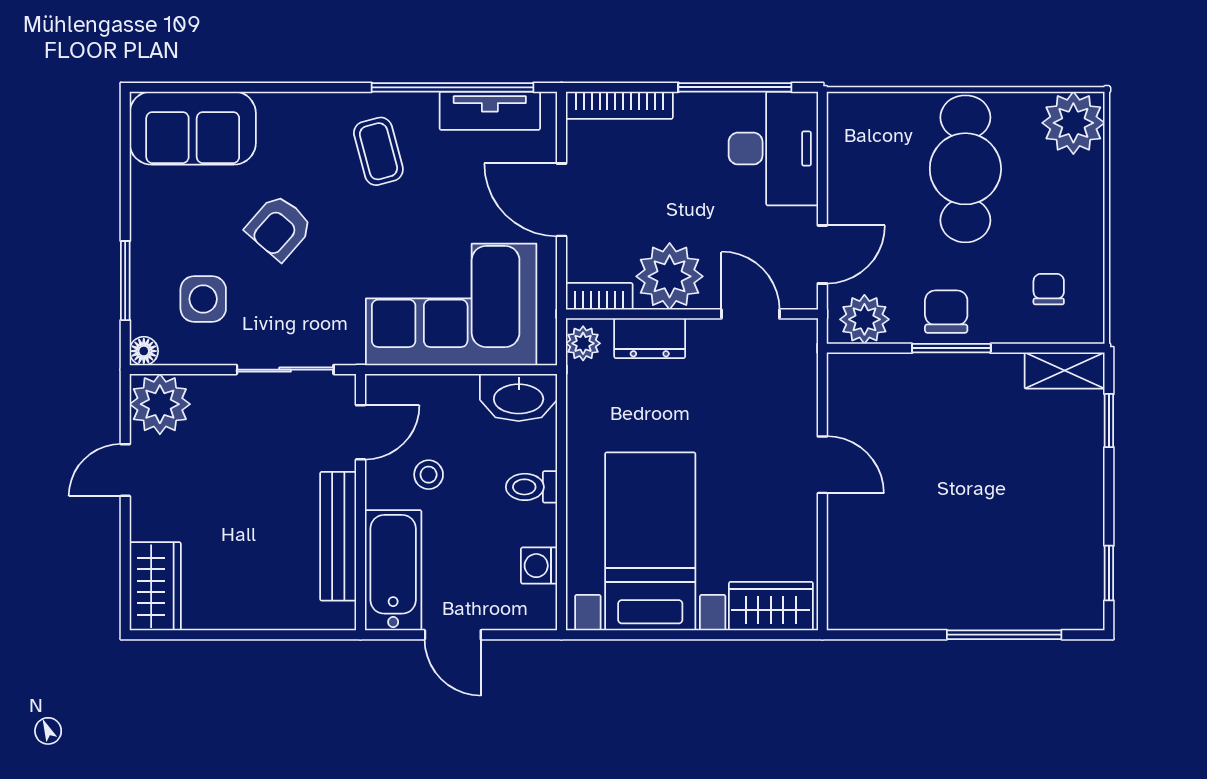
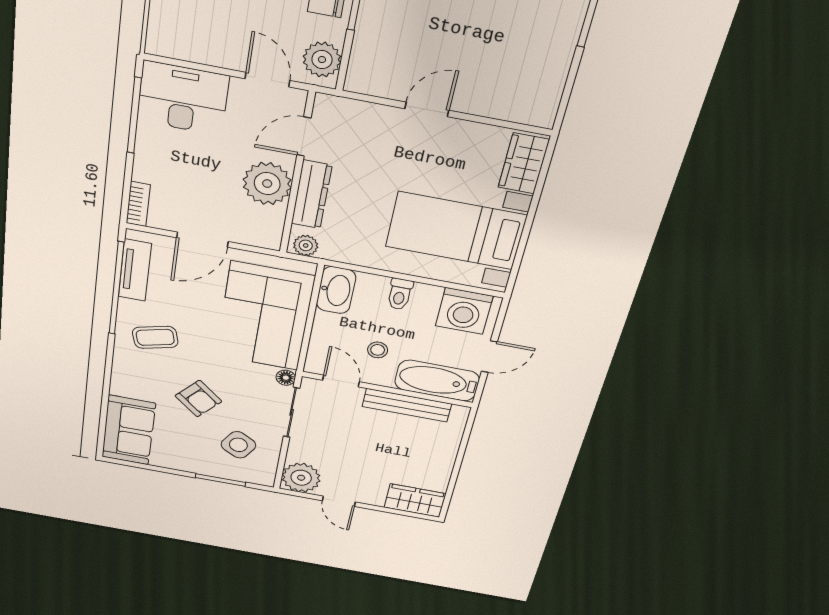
bookcase: (619, 105) -> (138, 204), width x0.64
bookcase: (599, 296) -> (274, 230), removed
side table: (203, 299) -> (238, 445), turned 31
dresser: (650, 338) -> (312, 195), width x1.44
floor lamp: (144, 351) -> (286, 378), moved
washing machine: (539, 566) -> (464, 311), width x1.89, depth x1.89

